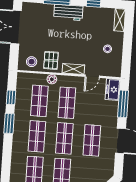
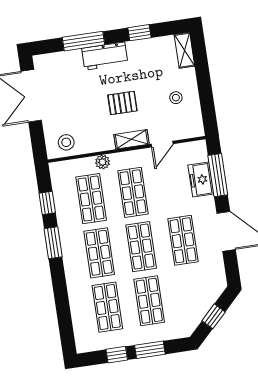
pallet: (51, 60) -> (122, 103), moved, turned 90
freezer: (113, 90) -> (201, 180), moved

